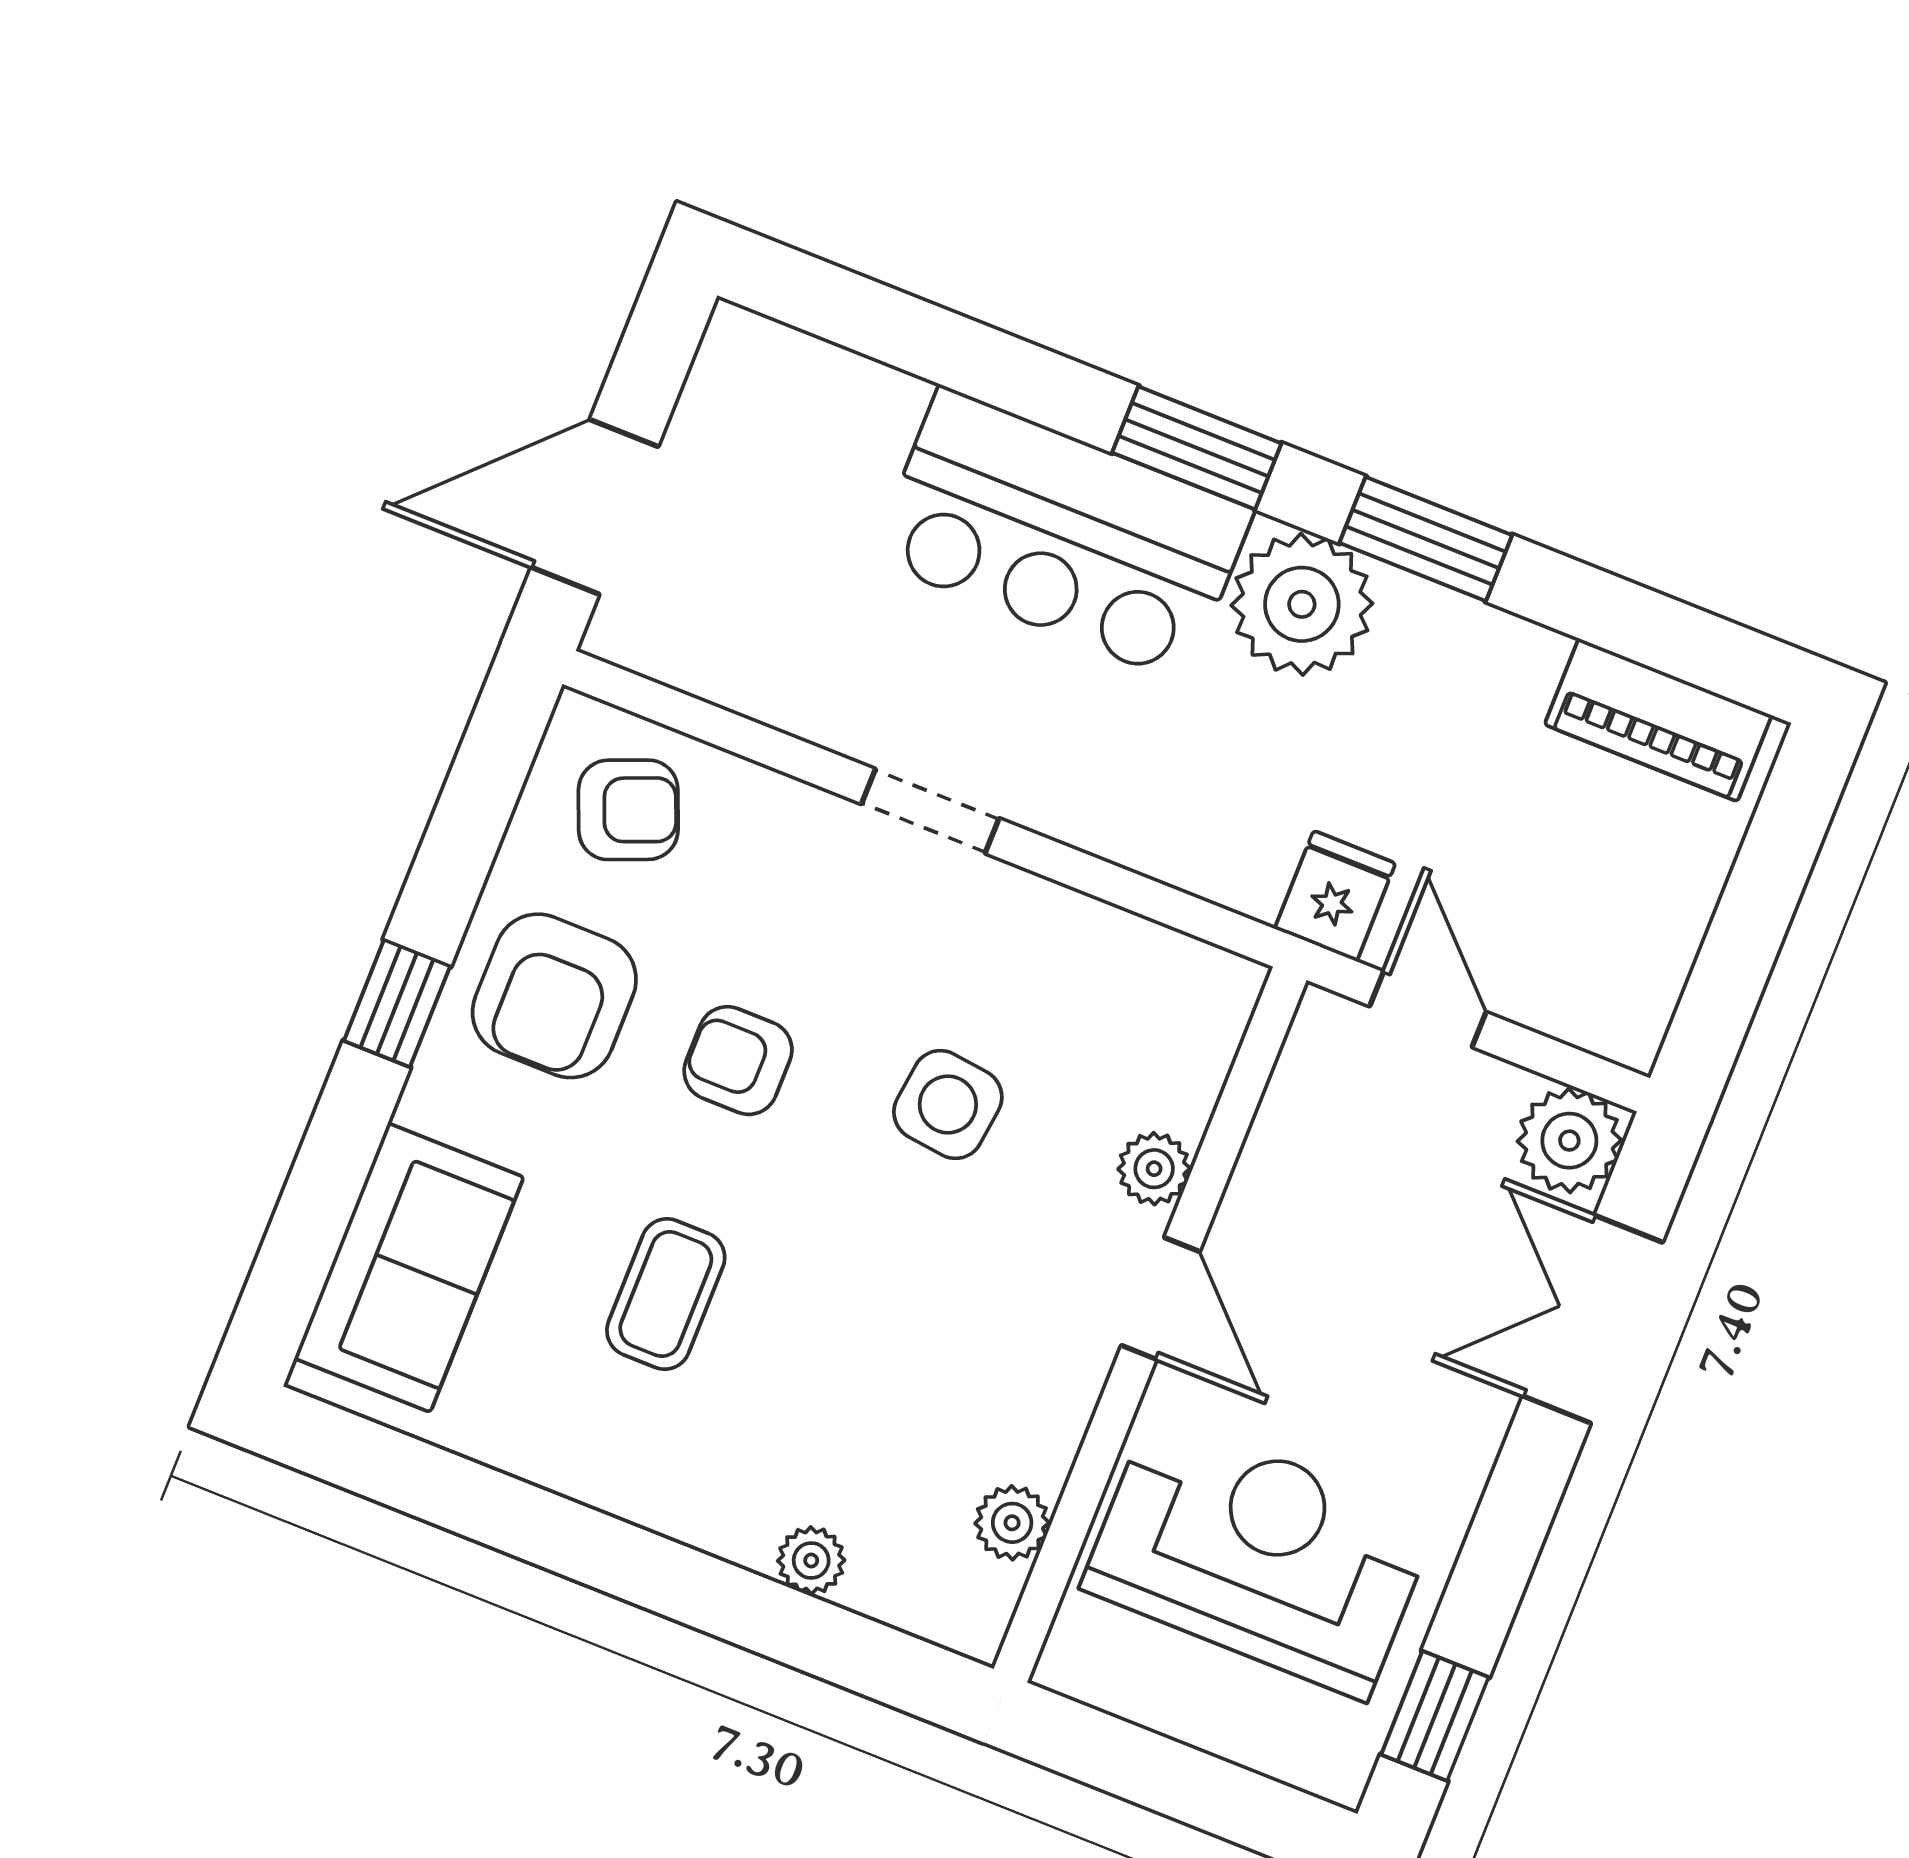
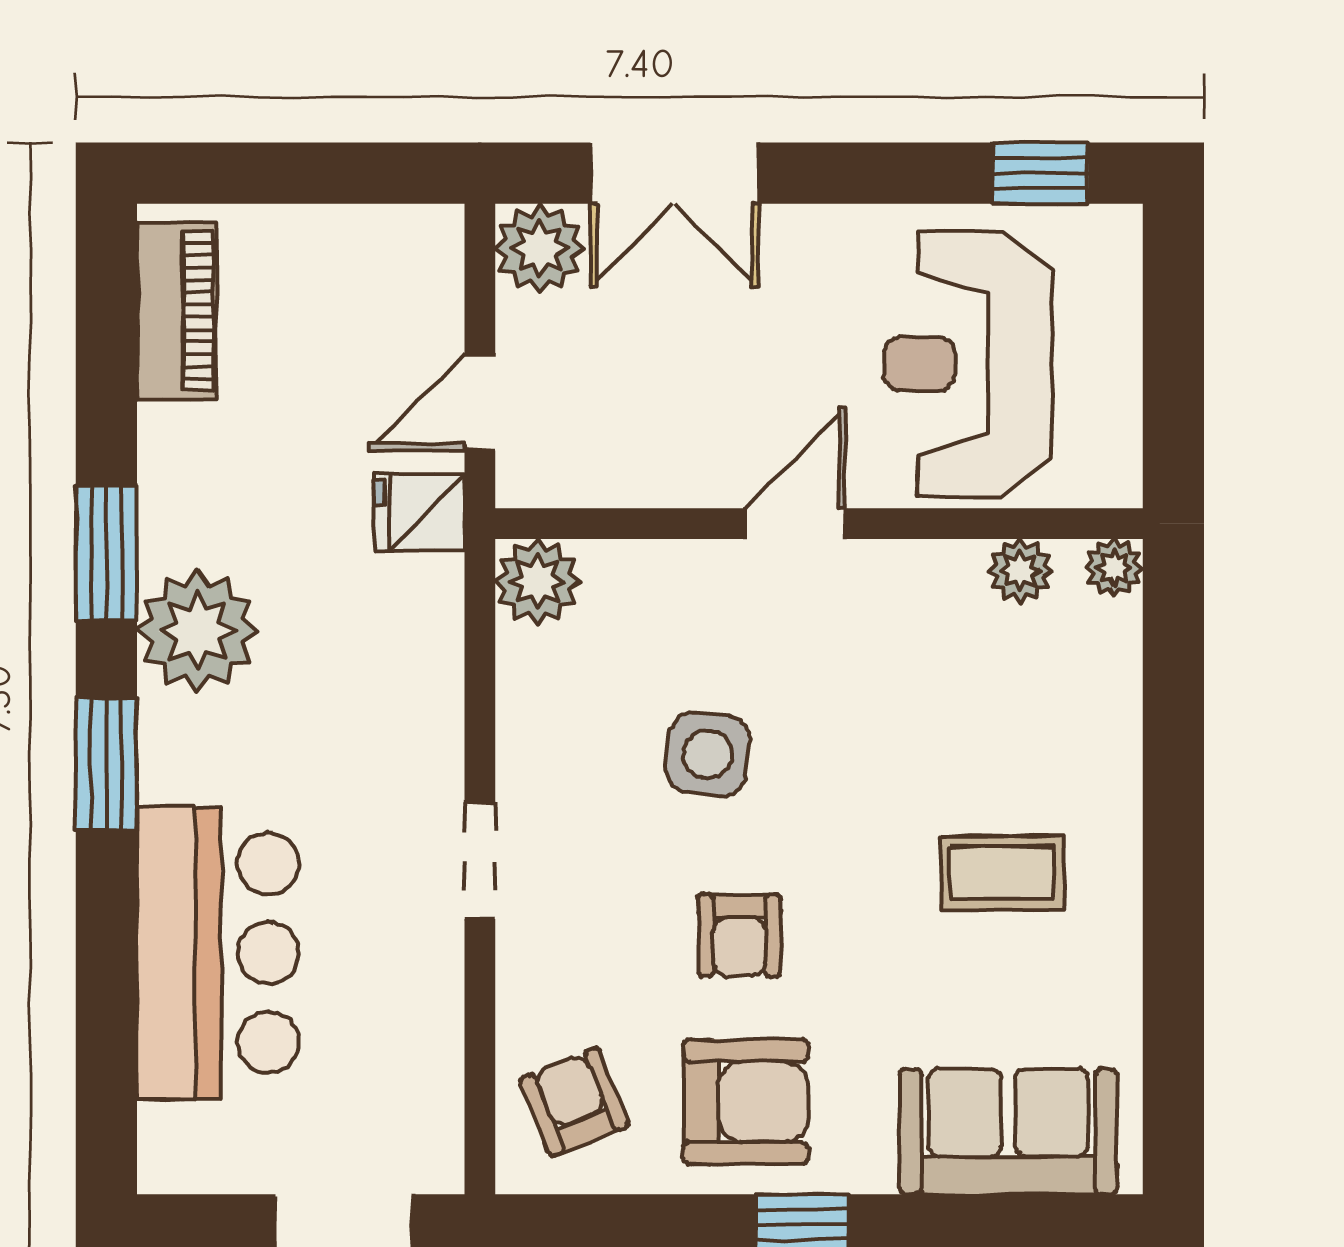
bar counter: (1062, 535) -> (218, 953), moved
plant: (1154, 1169) -> (538, 581), moved, width x1.38, depth x1.38
coffee table: (666, 1294) -> (1002, 873), moved
plant: (811, 1560) -> (1114, 568), moved

